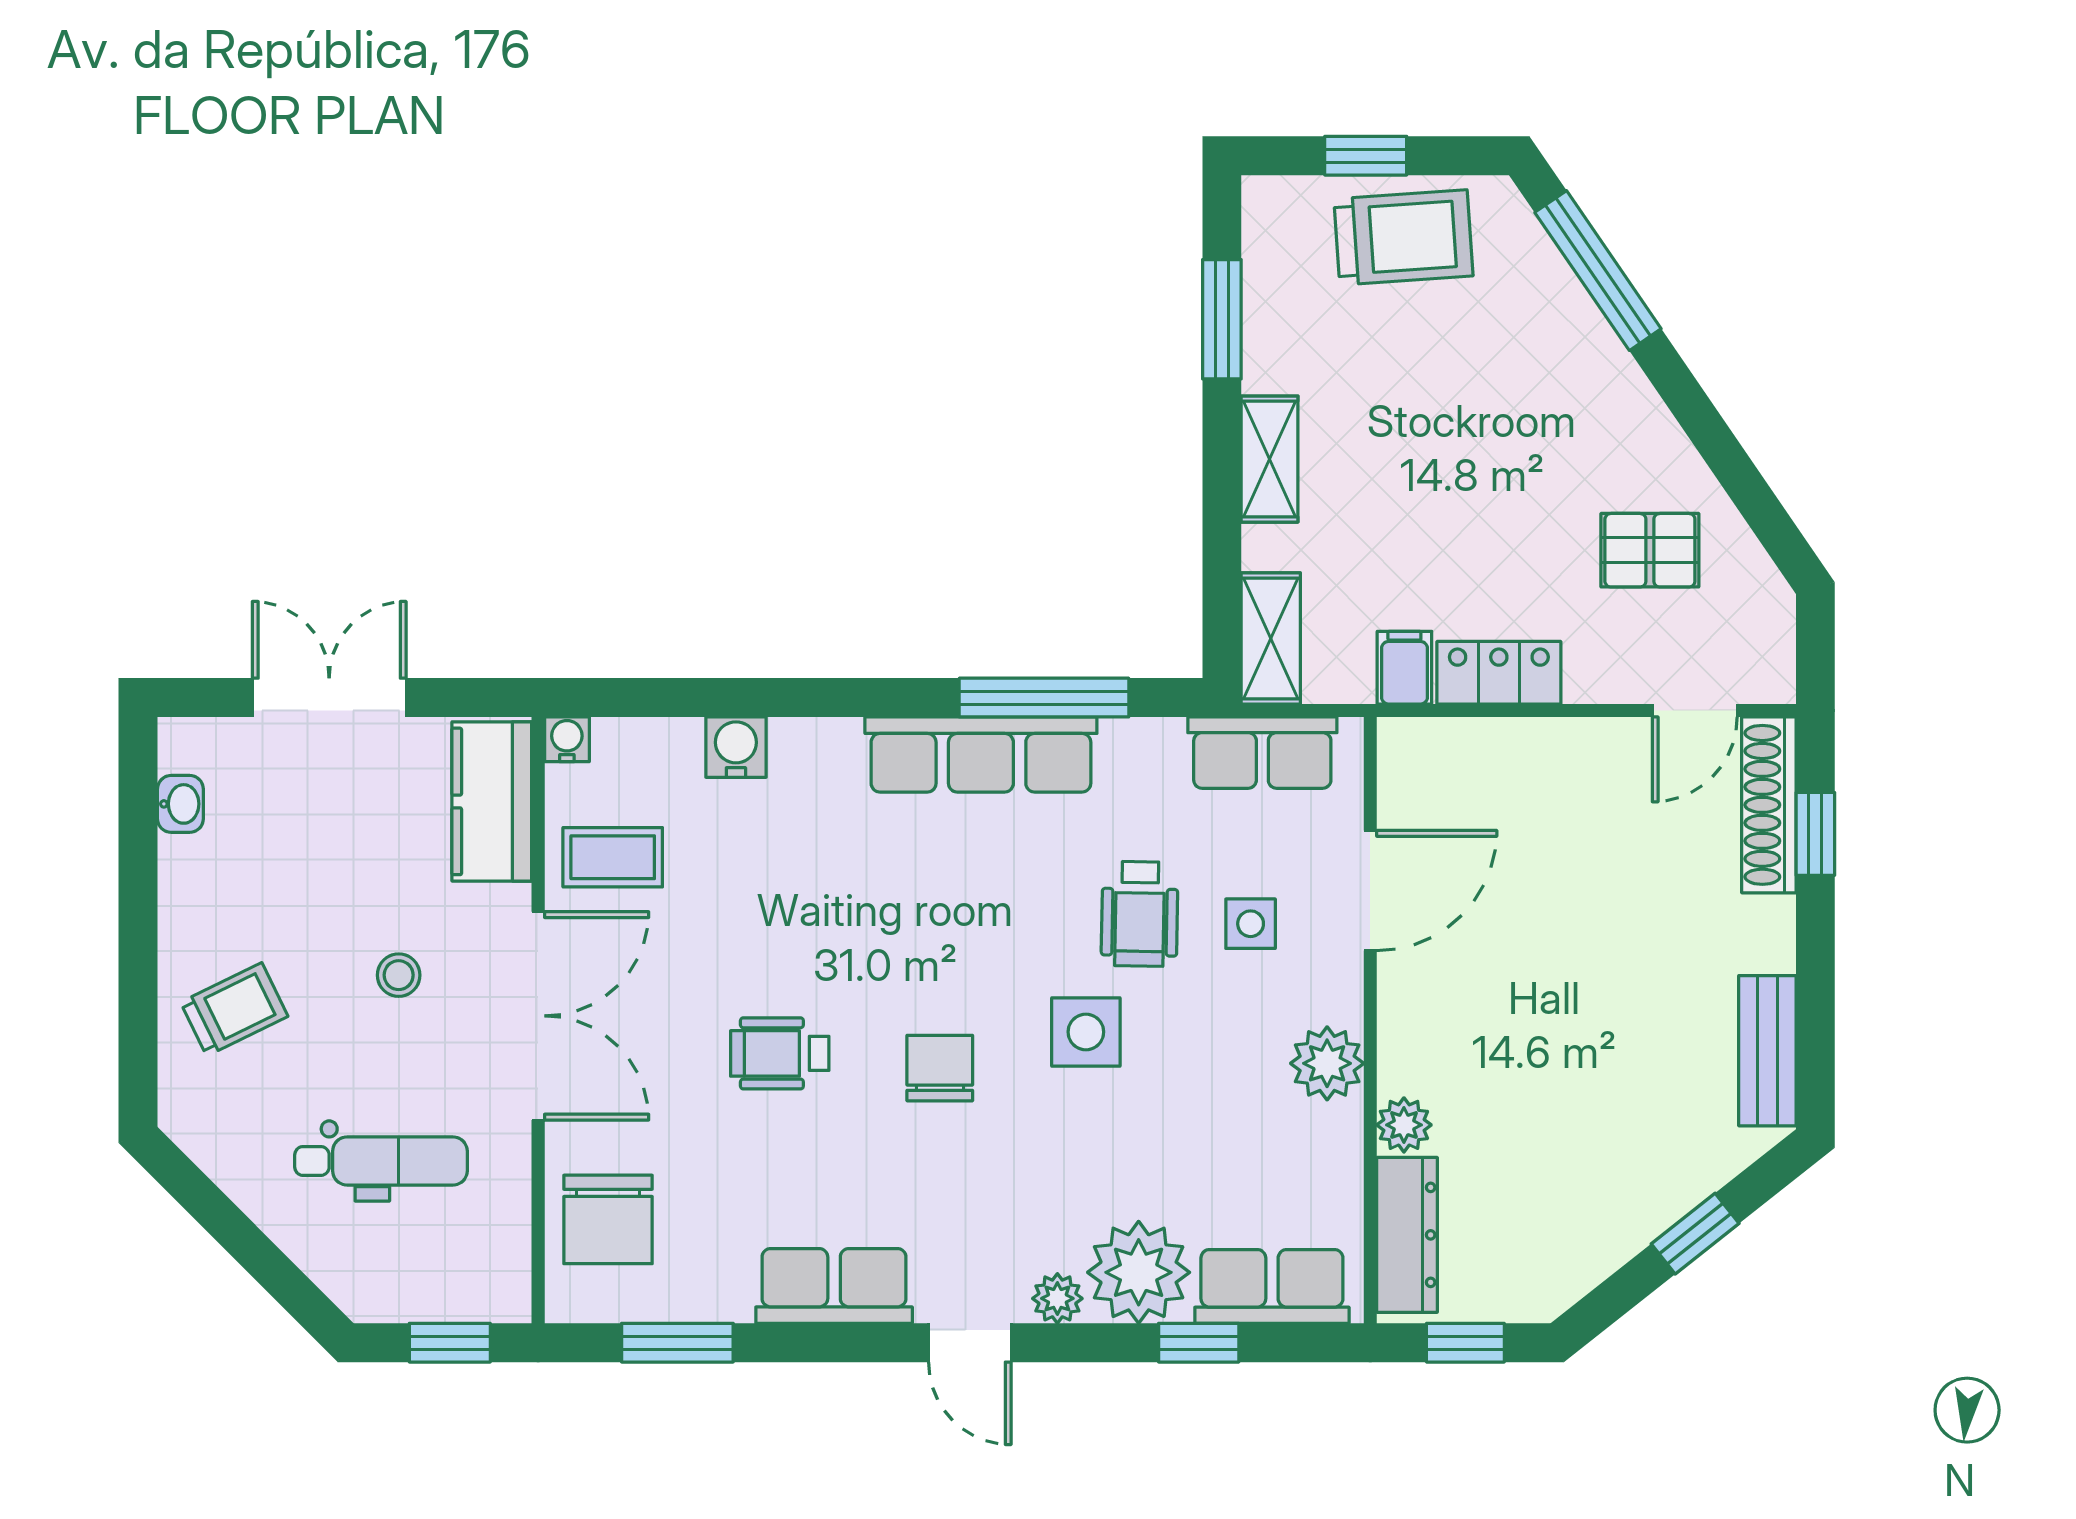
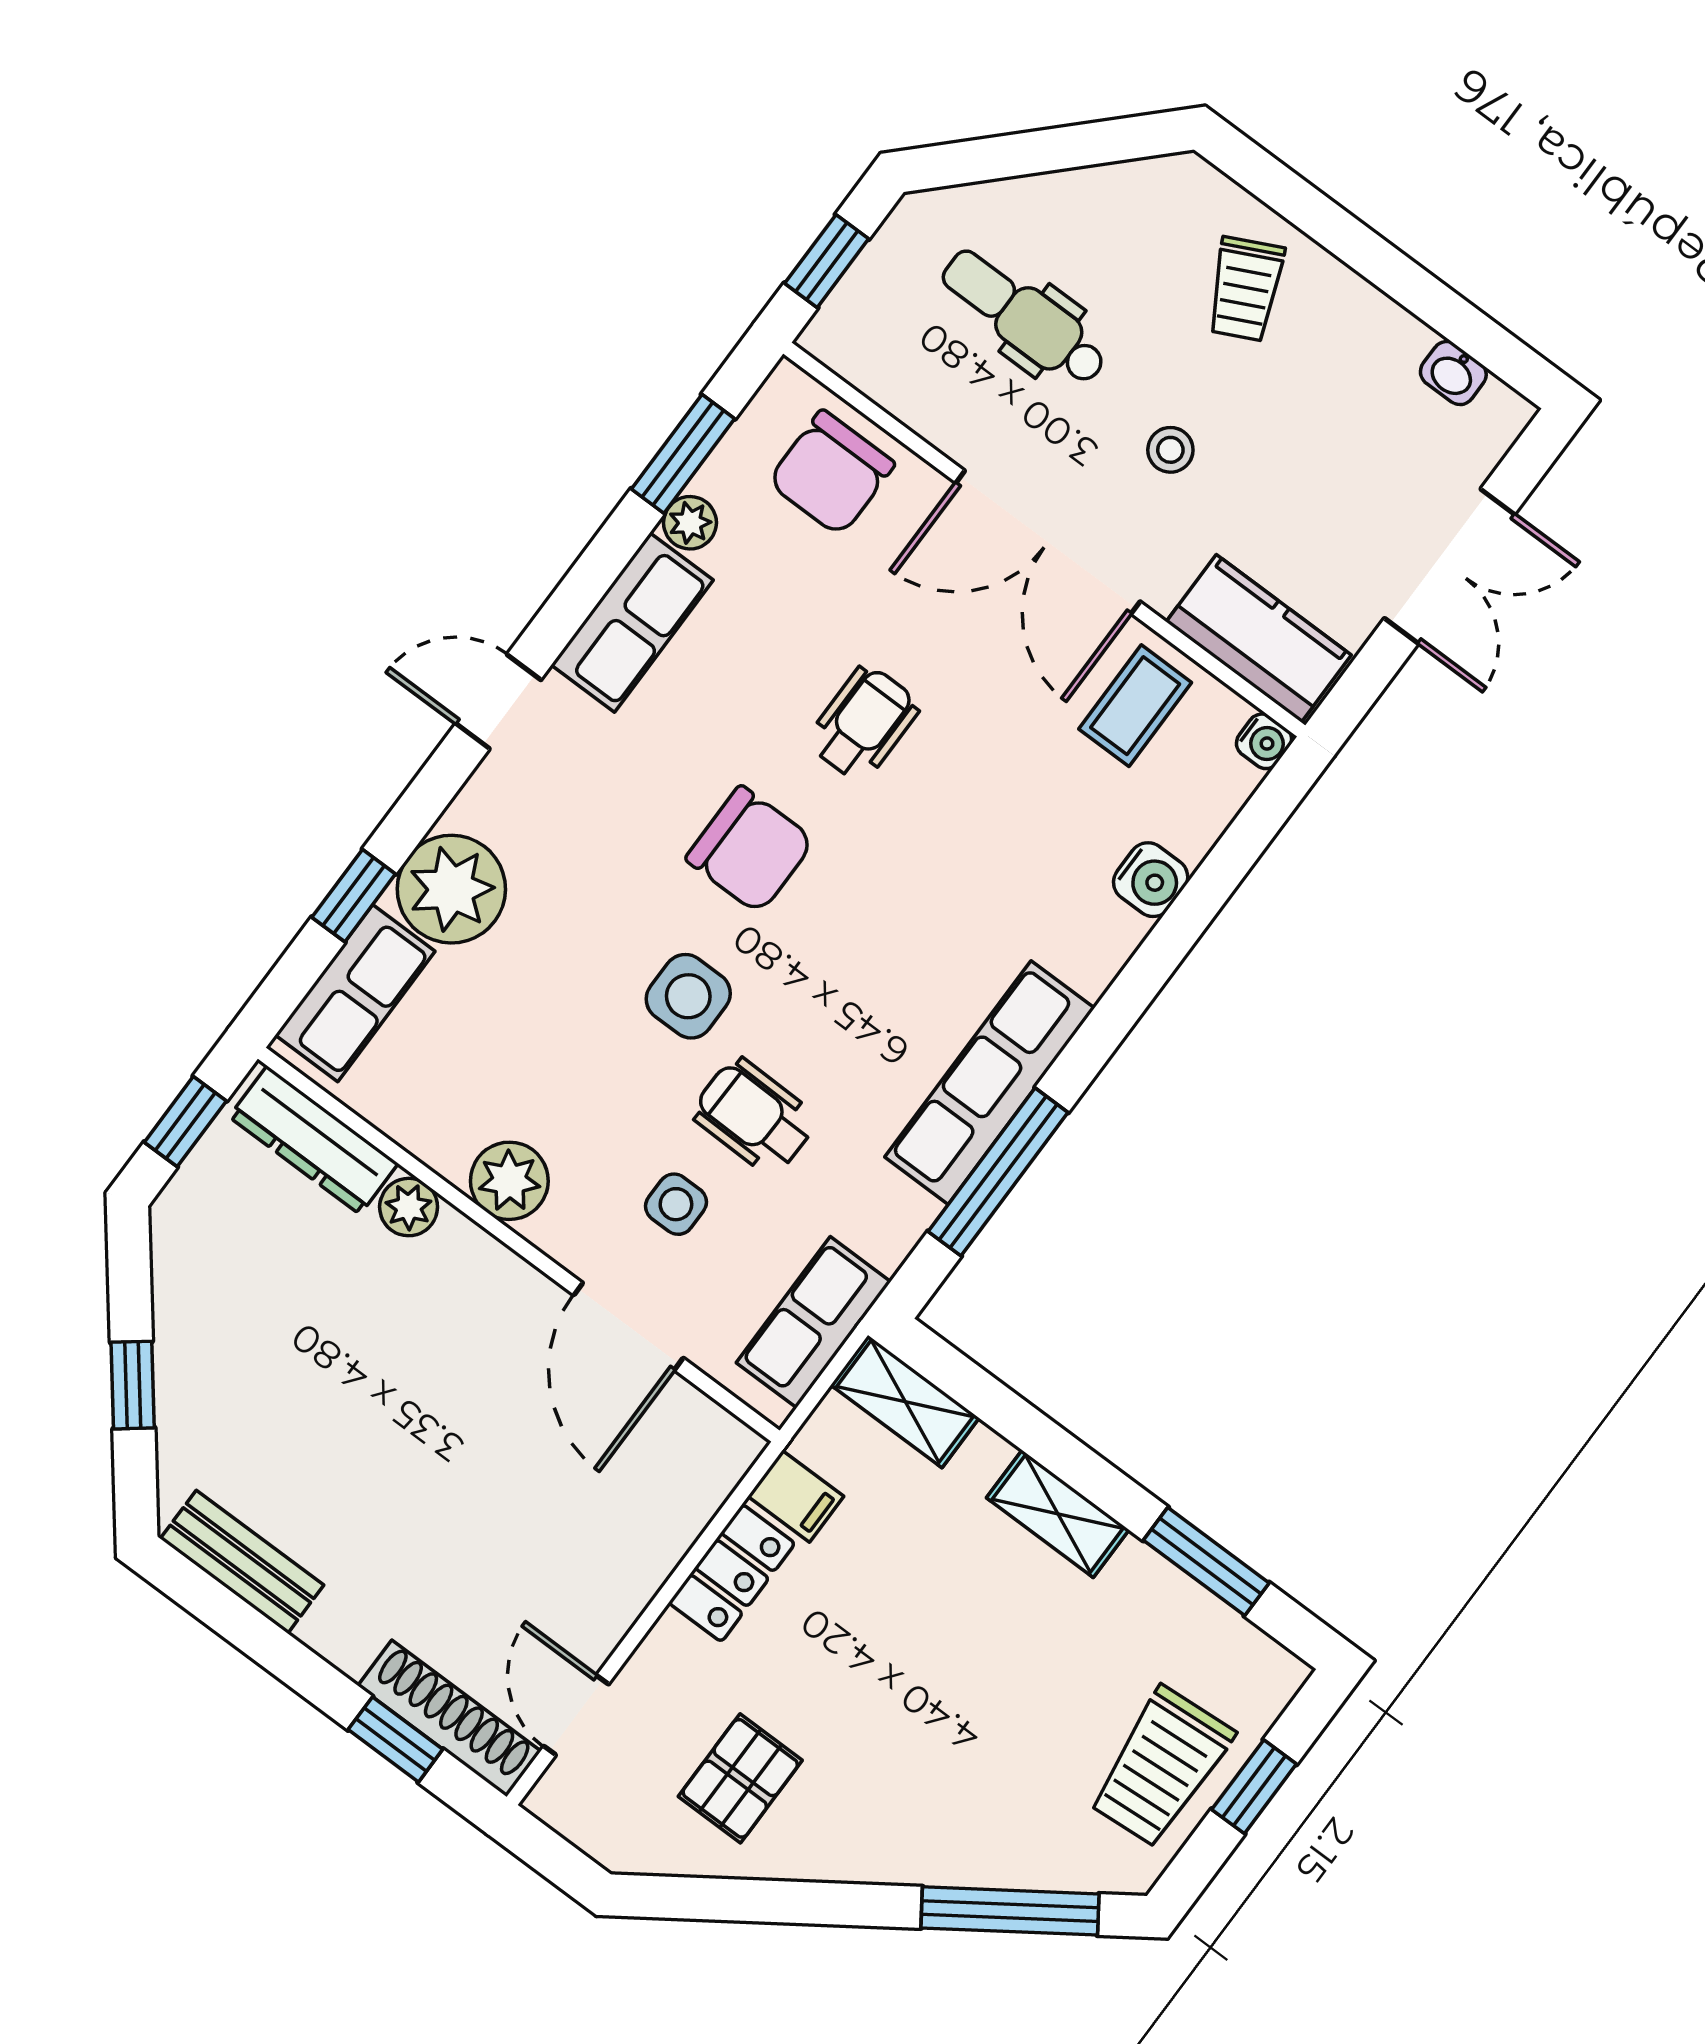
chair: (940, 1068) -> (750, 850), width x1.37, depth x1.37
dental chair: (381, 1161) -> (1024, 317), turned 90
chair: (608, 1219) -> (831, 473), turned -90
plant: (1057, 1298) -> (690, 523), moved

